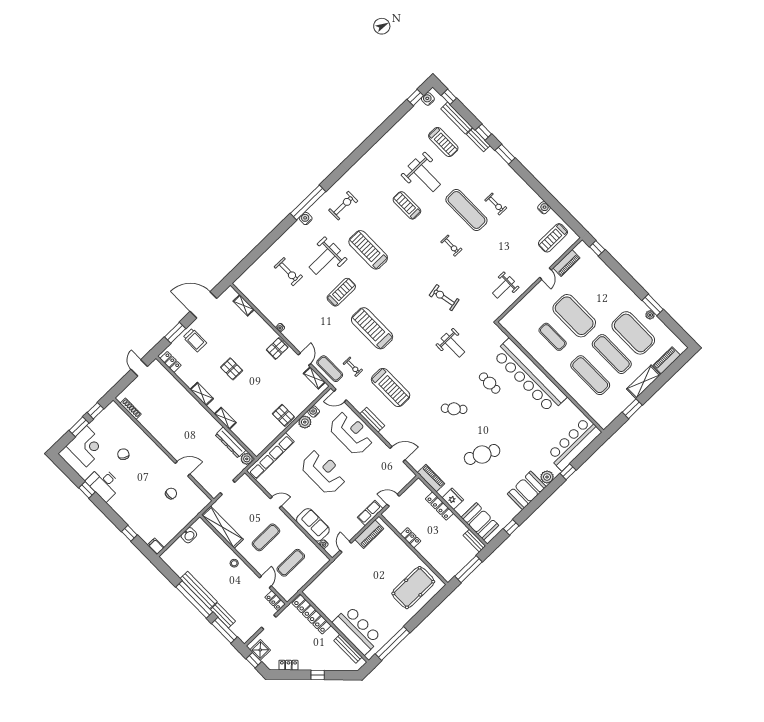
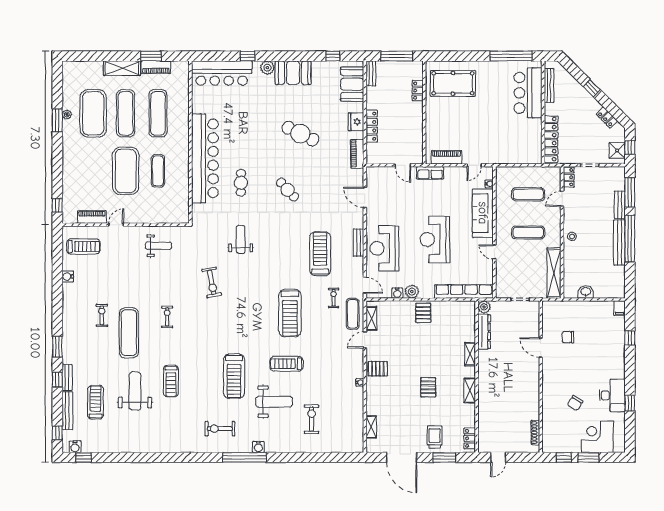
piano: (667, 360) -> (156, 67), moved
sofa: (313, 525) -> (483, 213), width x1.36
locker: (411, 538) -> (418, 91), moved

